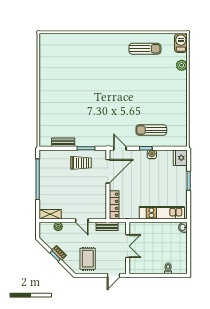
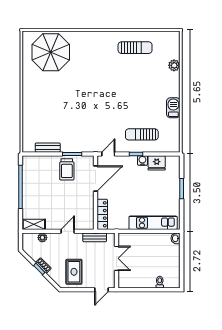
barbecue: (181, 43) -> (173, 108), moved
parasol: (66, 53) -> (51, 52), added
door: (120, 148) -> (108, 154), hinge flipped
fridge: (180, 158) -> (157, 163), moved, turned -90
trolley: (81, 163) -> (67, 169), turned 90
door: (82, 221) -> (68, 231), swing flipped

